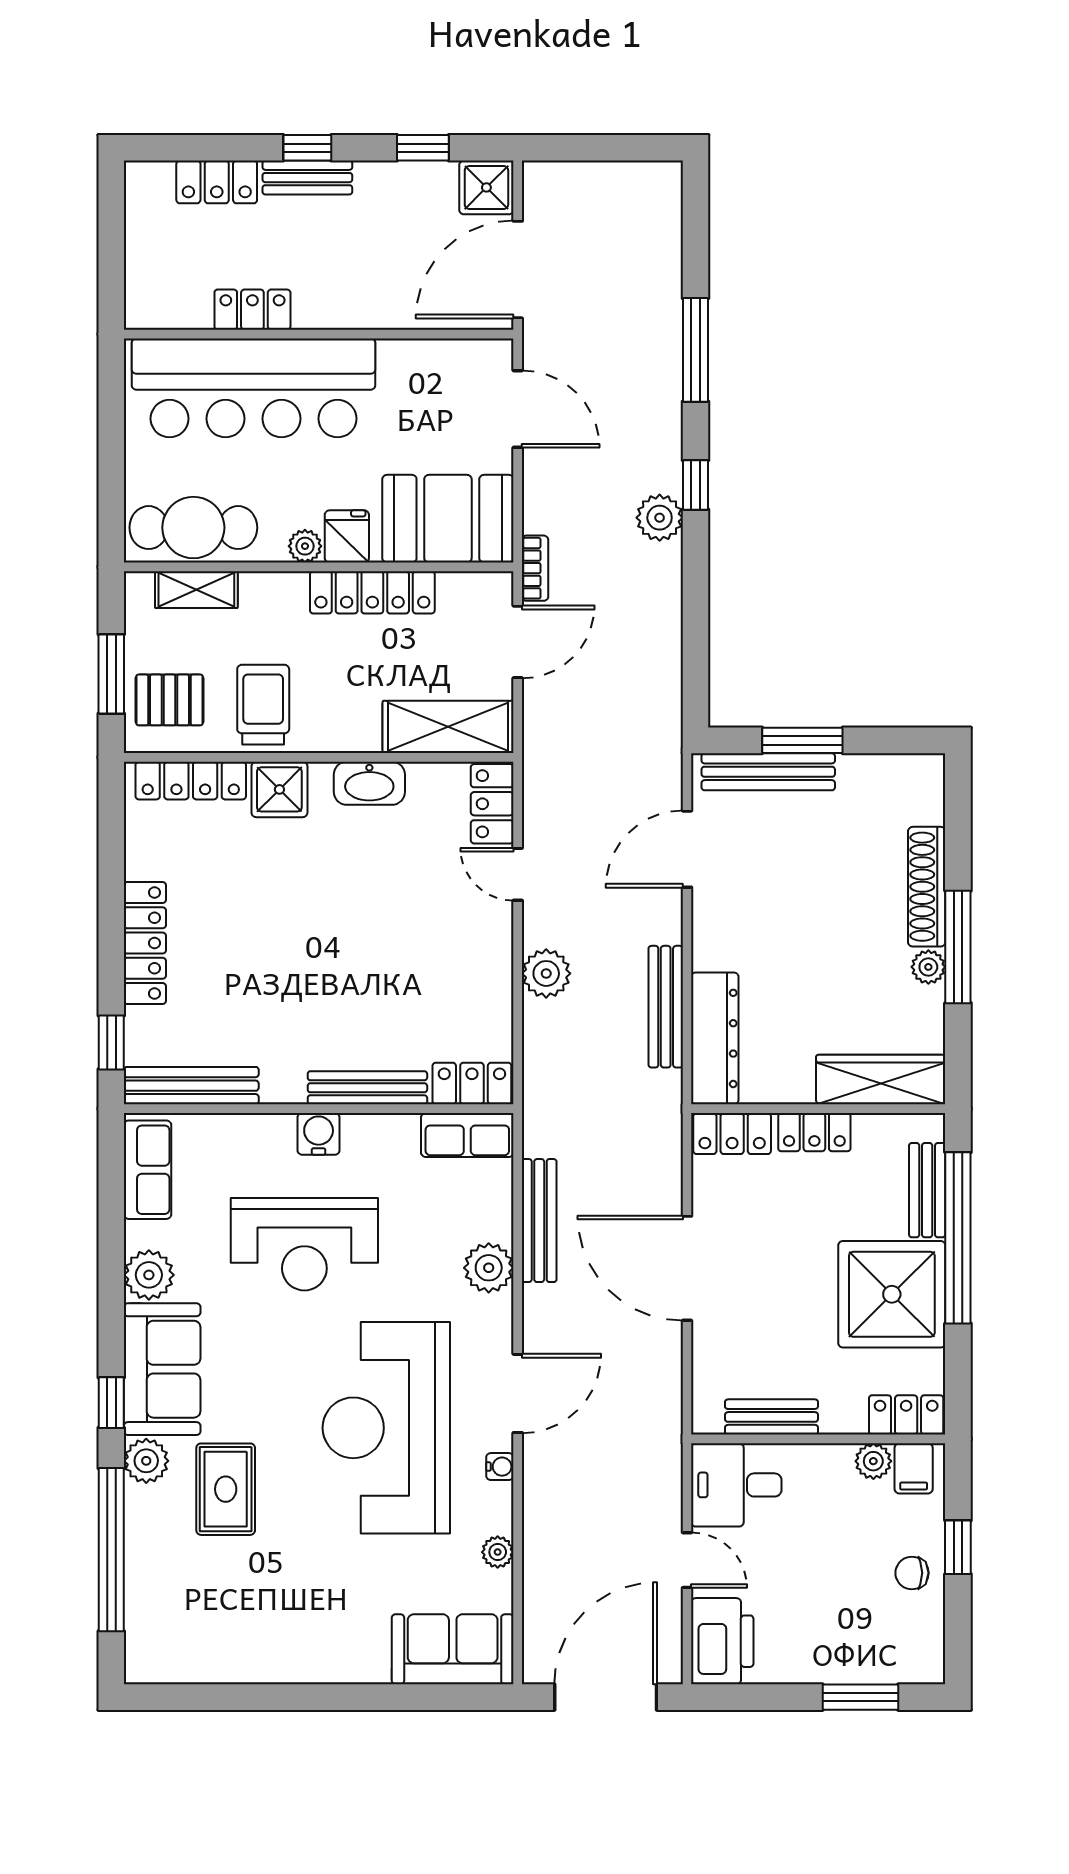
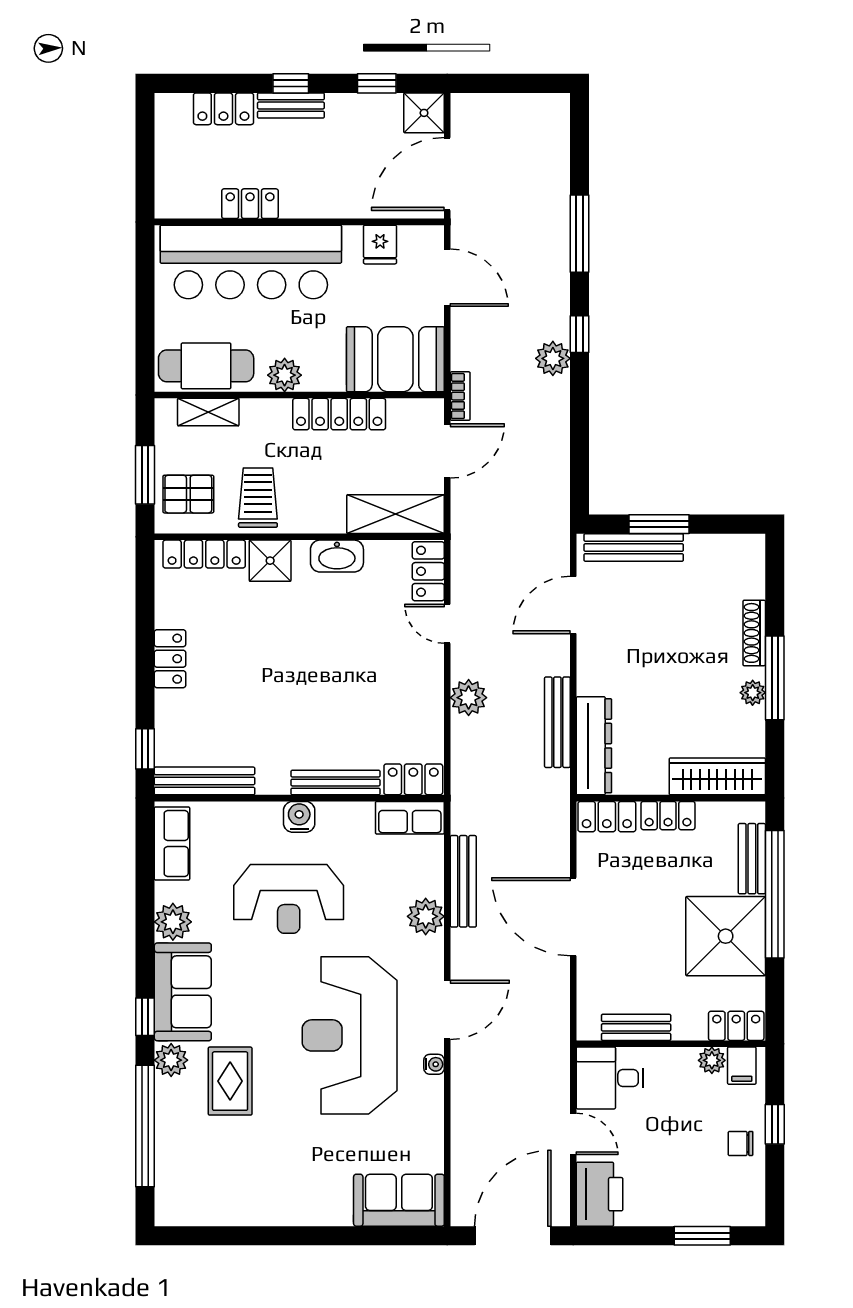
fridge: (347, 536) -> (380, 245), moved, turned 180
plant: (305, 546) -> (285, 375), width x1.38, depth x1.38
shoe rack: (927, 887) -> (754, 633), width x0.74, depth x0.81
locker: (145, 943) -> (170, 659), width x0.66
plant: (498, 1552) -> (432, 1128), removed

